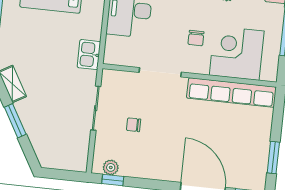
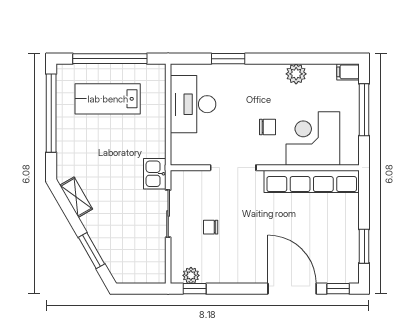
chair: (196, 38) -> (268, 127), turned -90
kitchen sink: (89, 55) -> (155, 174), moved
window: (15, 121) -> (91, 251), moved

